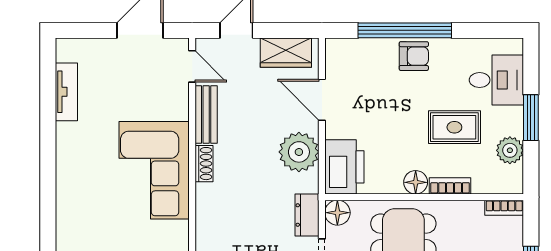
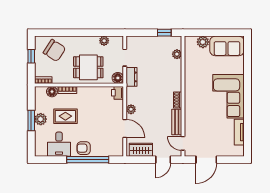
desk: (496, 80) -> (59, 144), moved, turned -90
plant: (510, 150) -> (41, 119), moved
plant: (299, 152) -> (131, 109), width x0.53, depth x0.53
printer: (344, 167) -> (118, 93), width x0.53, depth x0.68
corner sofa: (154, 170) -> (229, 96), moved, turned 180
floor lamp: (416, 182) -> (52, 92), moved

